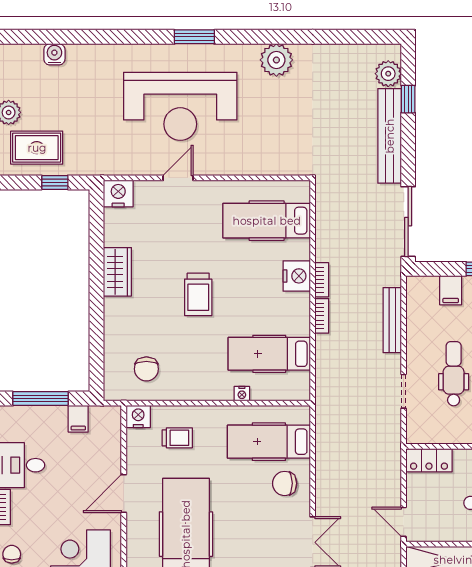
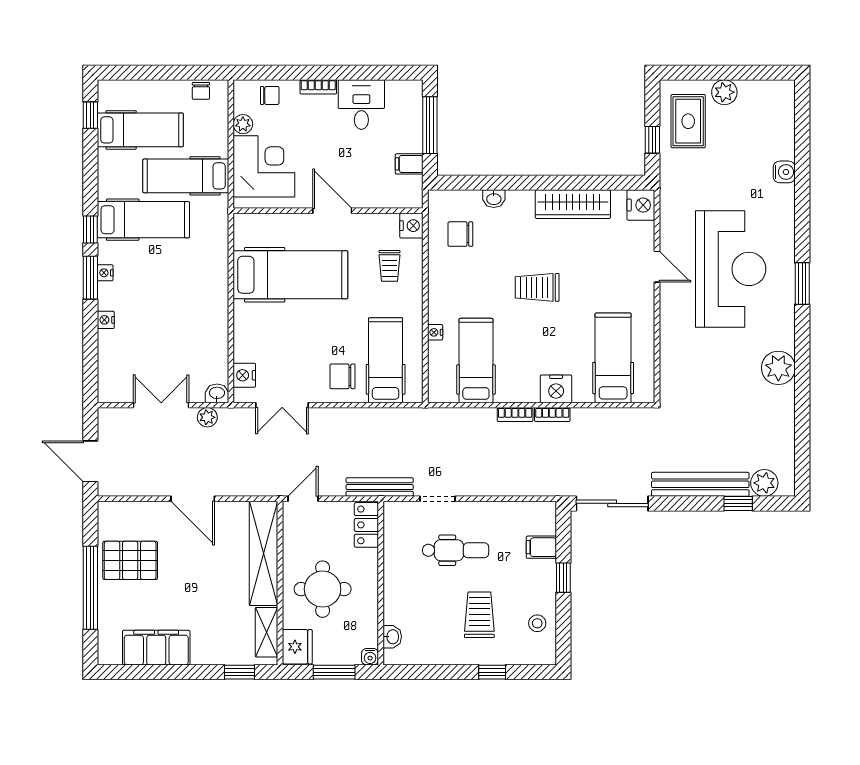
water cooler: (54, 54) -> (784, 172), moved
reception desk: (180, 106) -> (731, 269), turned 180
wardrobe: (117, 272) -> (573, 204), width x1.50
bench: (392, 320) -> (380, 487), moved
washbasin: (112, 336) -> (494, 199), added
chair: (285, 483) -> (343, 376), turned -90

